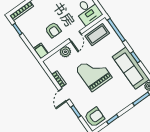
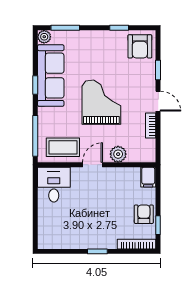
armchair: (53, 30) -> (144, 214), moved
grand piano: (94, 73) -> (101, 102), turned 180
door: (64, 95) -> (158, 101), hinge flipped
armchair: (94, 117) -> (140, 46), turned -90

